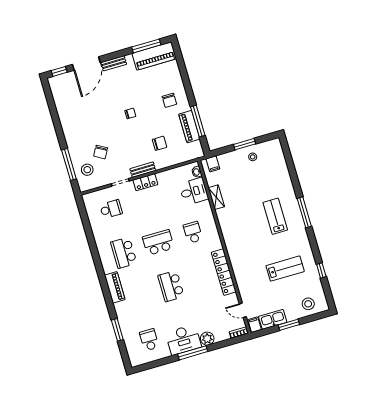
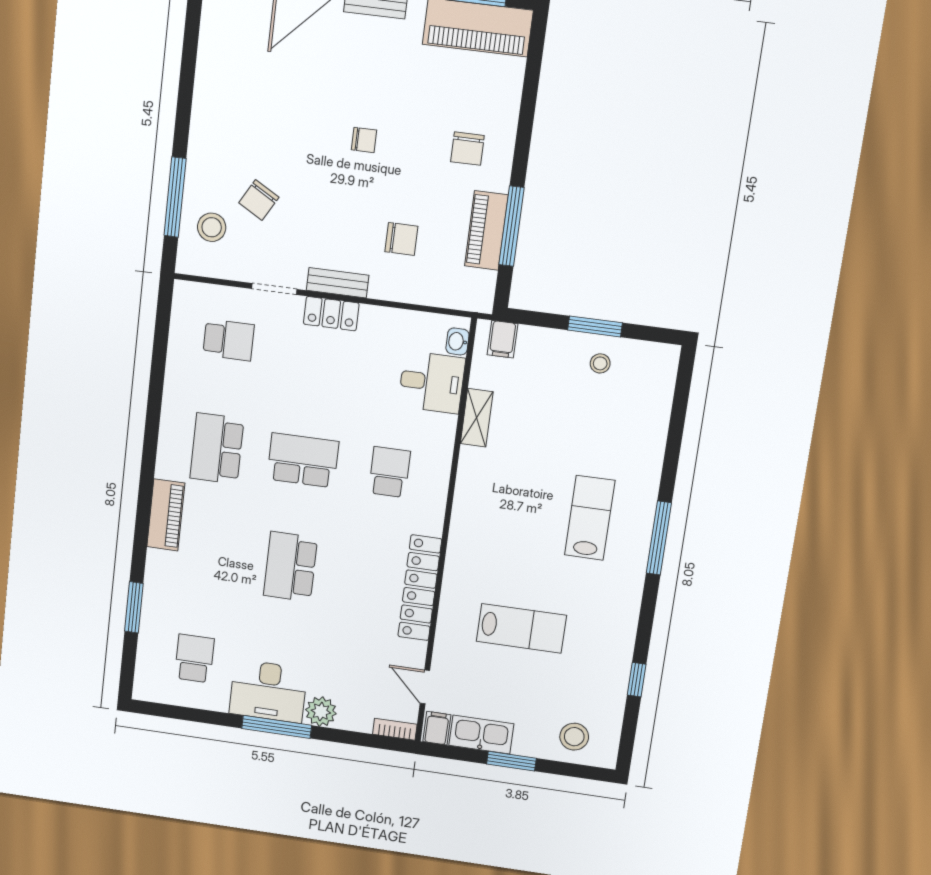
lab bench: (285, 269) -> (521, 628), moved

